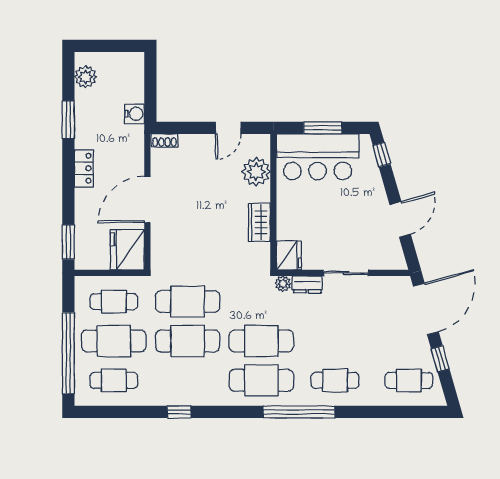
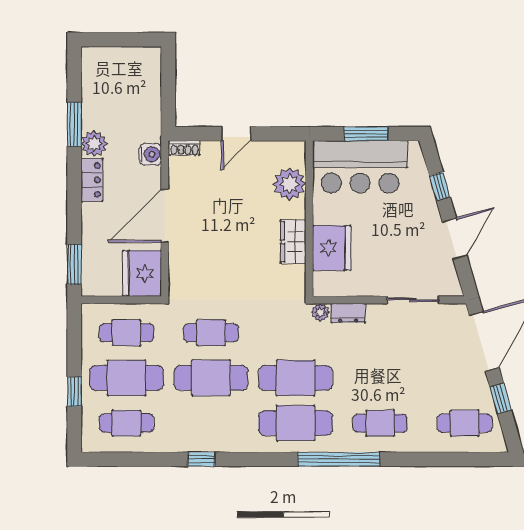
plant: (86, 77) -> (94, 144), moved
water cooler: (135, 114) -> (150, 154), moved
door: (228, 128) -> (236, 134), moved
window: (382, 155) -> (440, 186), moved
fridge: (289, 255) -> (332, 248), moved, width x1.36, depth x1.34
sliding door: (346, 273) -> (413, 300), moved
cafe table: (188, 302) -> (211, 333), width x0.73, depth x0.74
window: (68, 353) -> (74, 392), width x0.32

